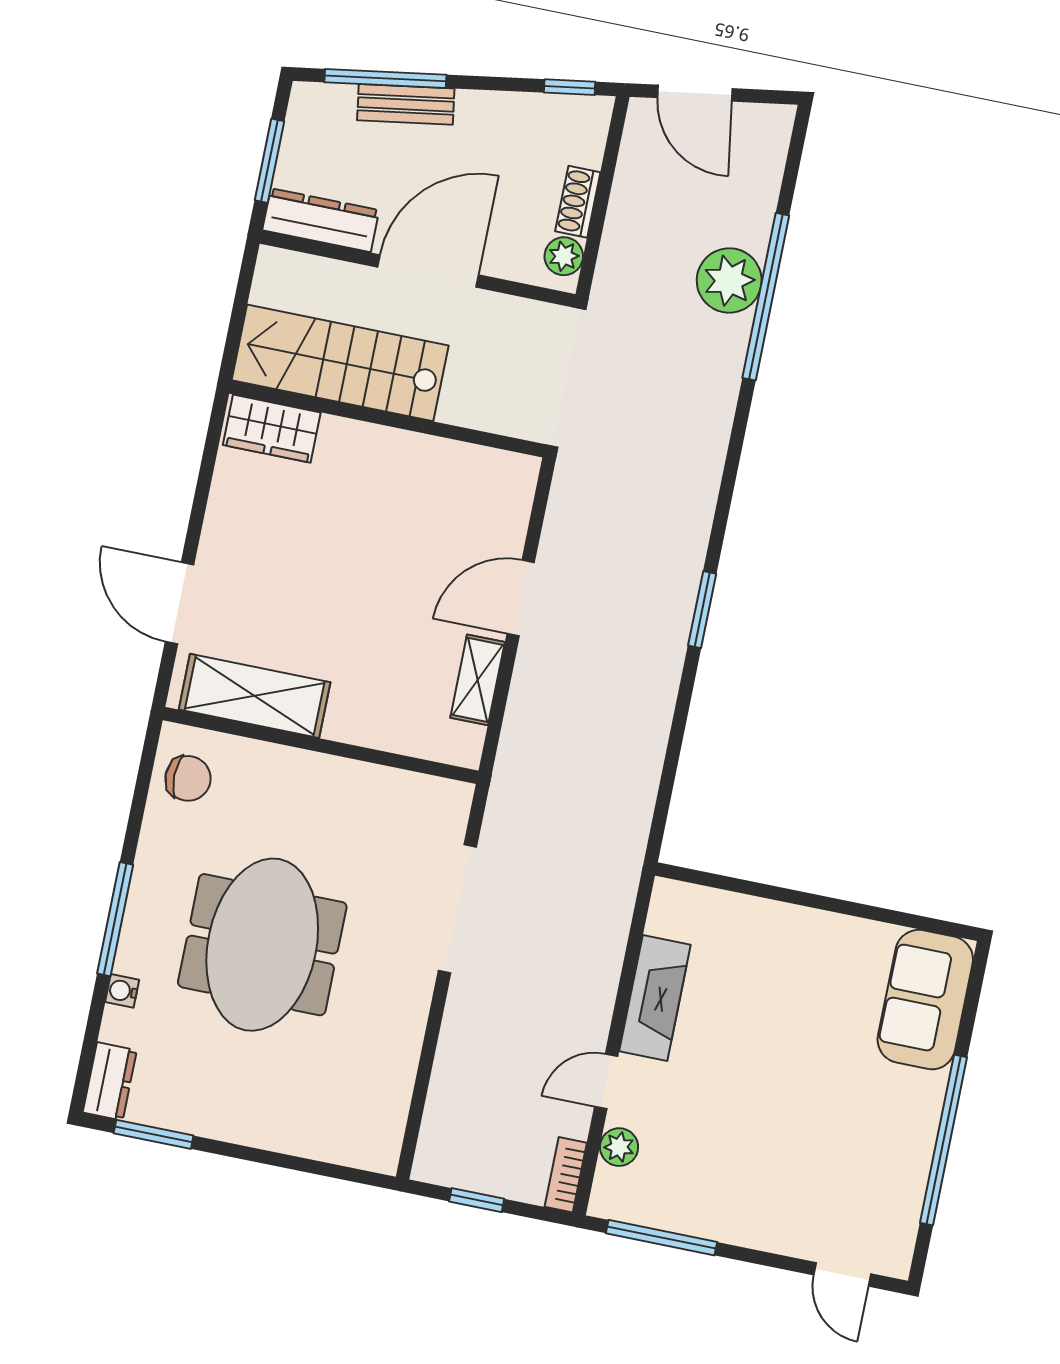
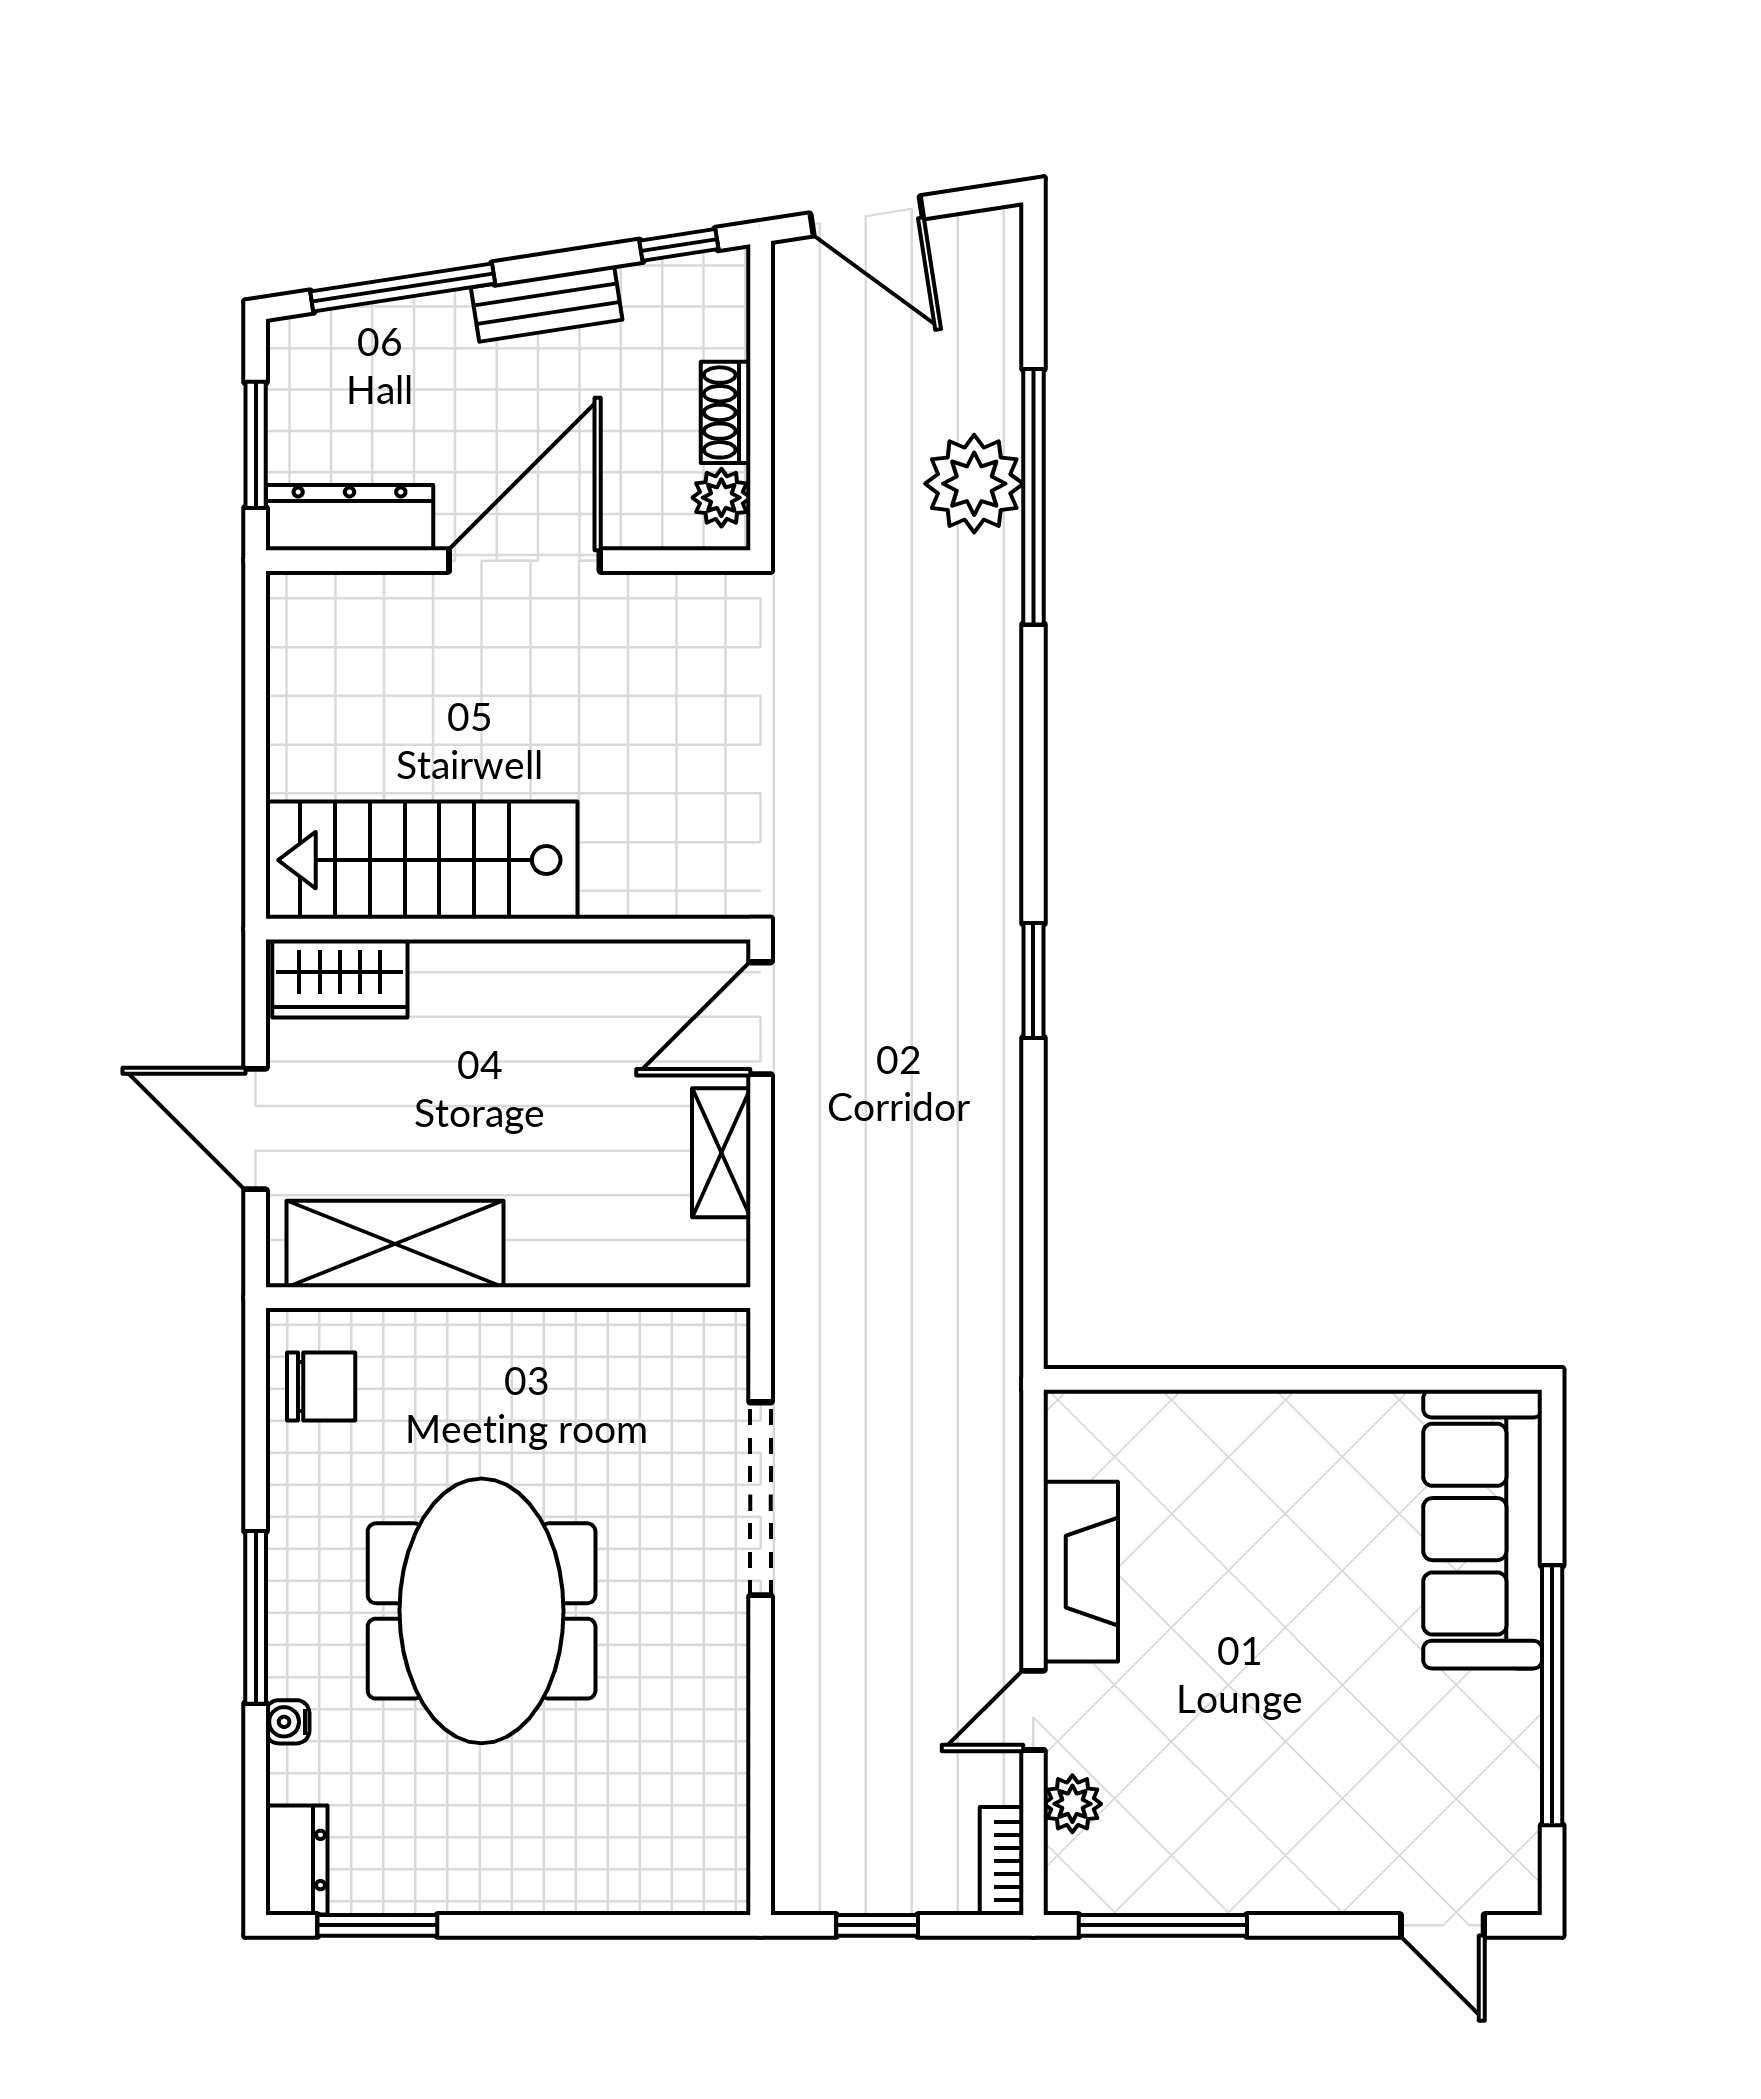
bench: (406, 104) -> (547, 304), moved
stairs: (340, 363) -> (422, 860), moved
wall: (387, 419) -> (508, 929), moved
wardrobe: (272, 429) -> (340, 978), moved
sofa: (925, 1000) -> (1483, 1529), width x1.36

